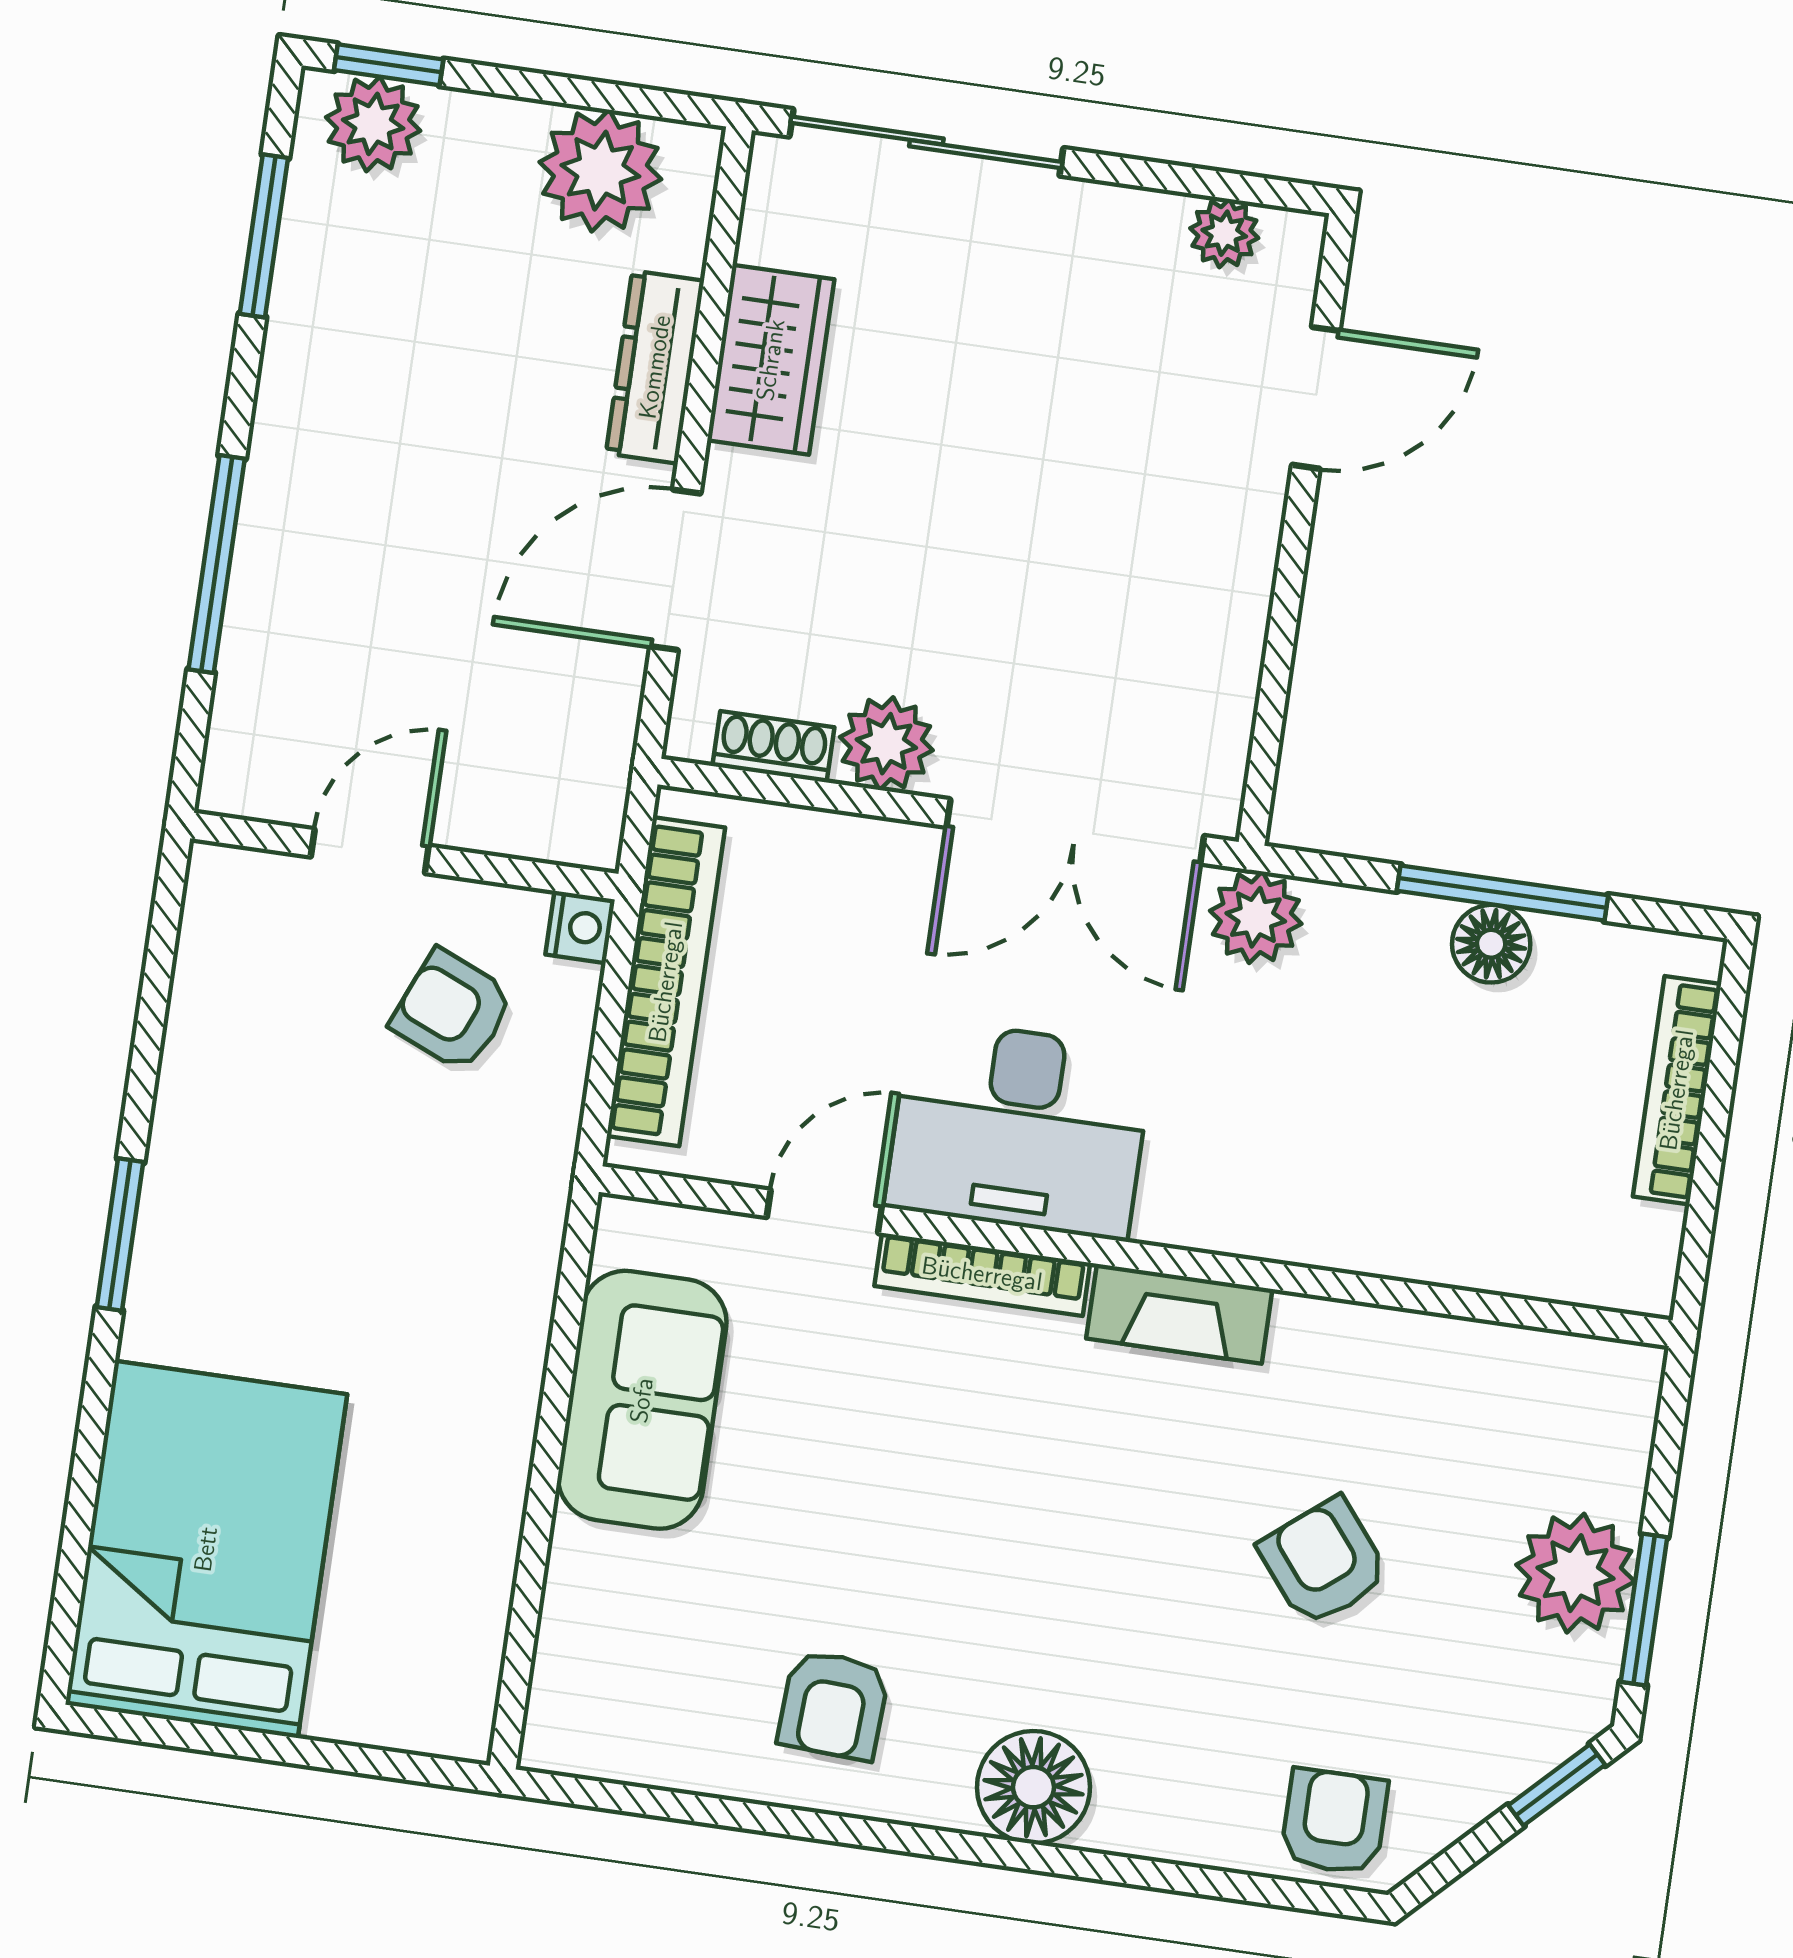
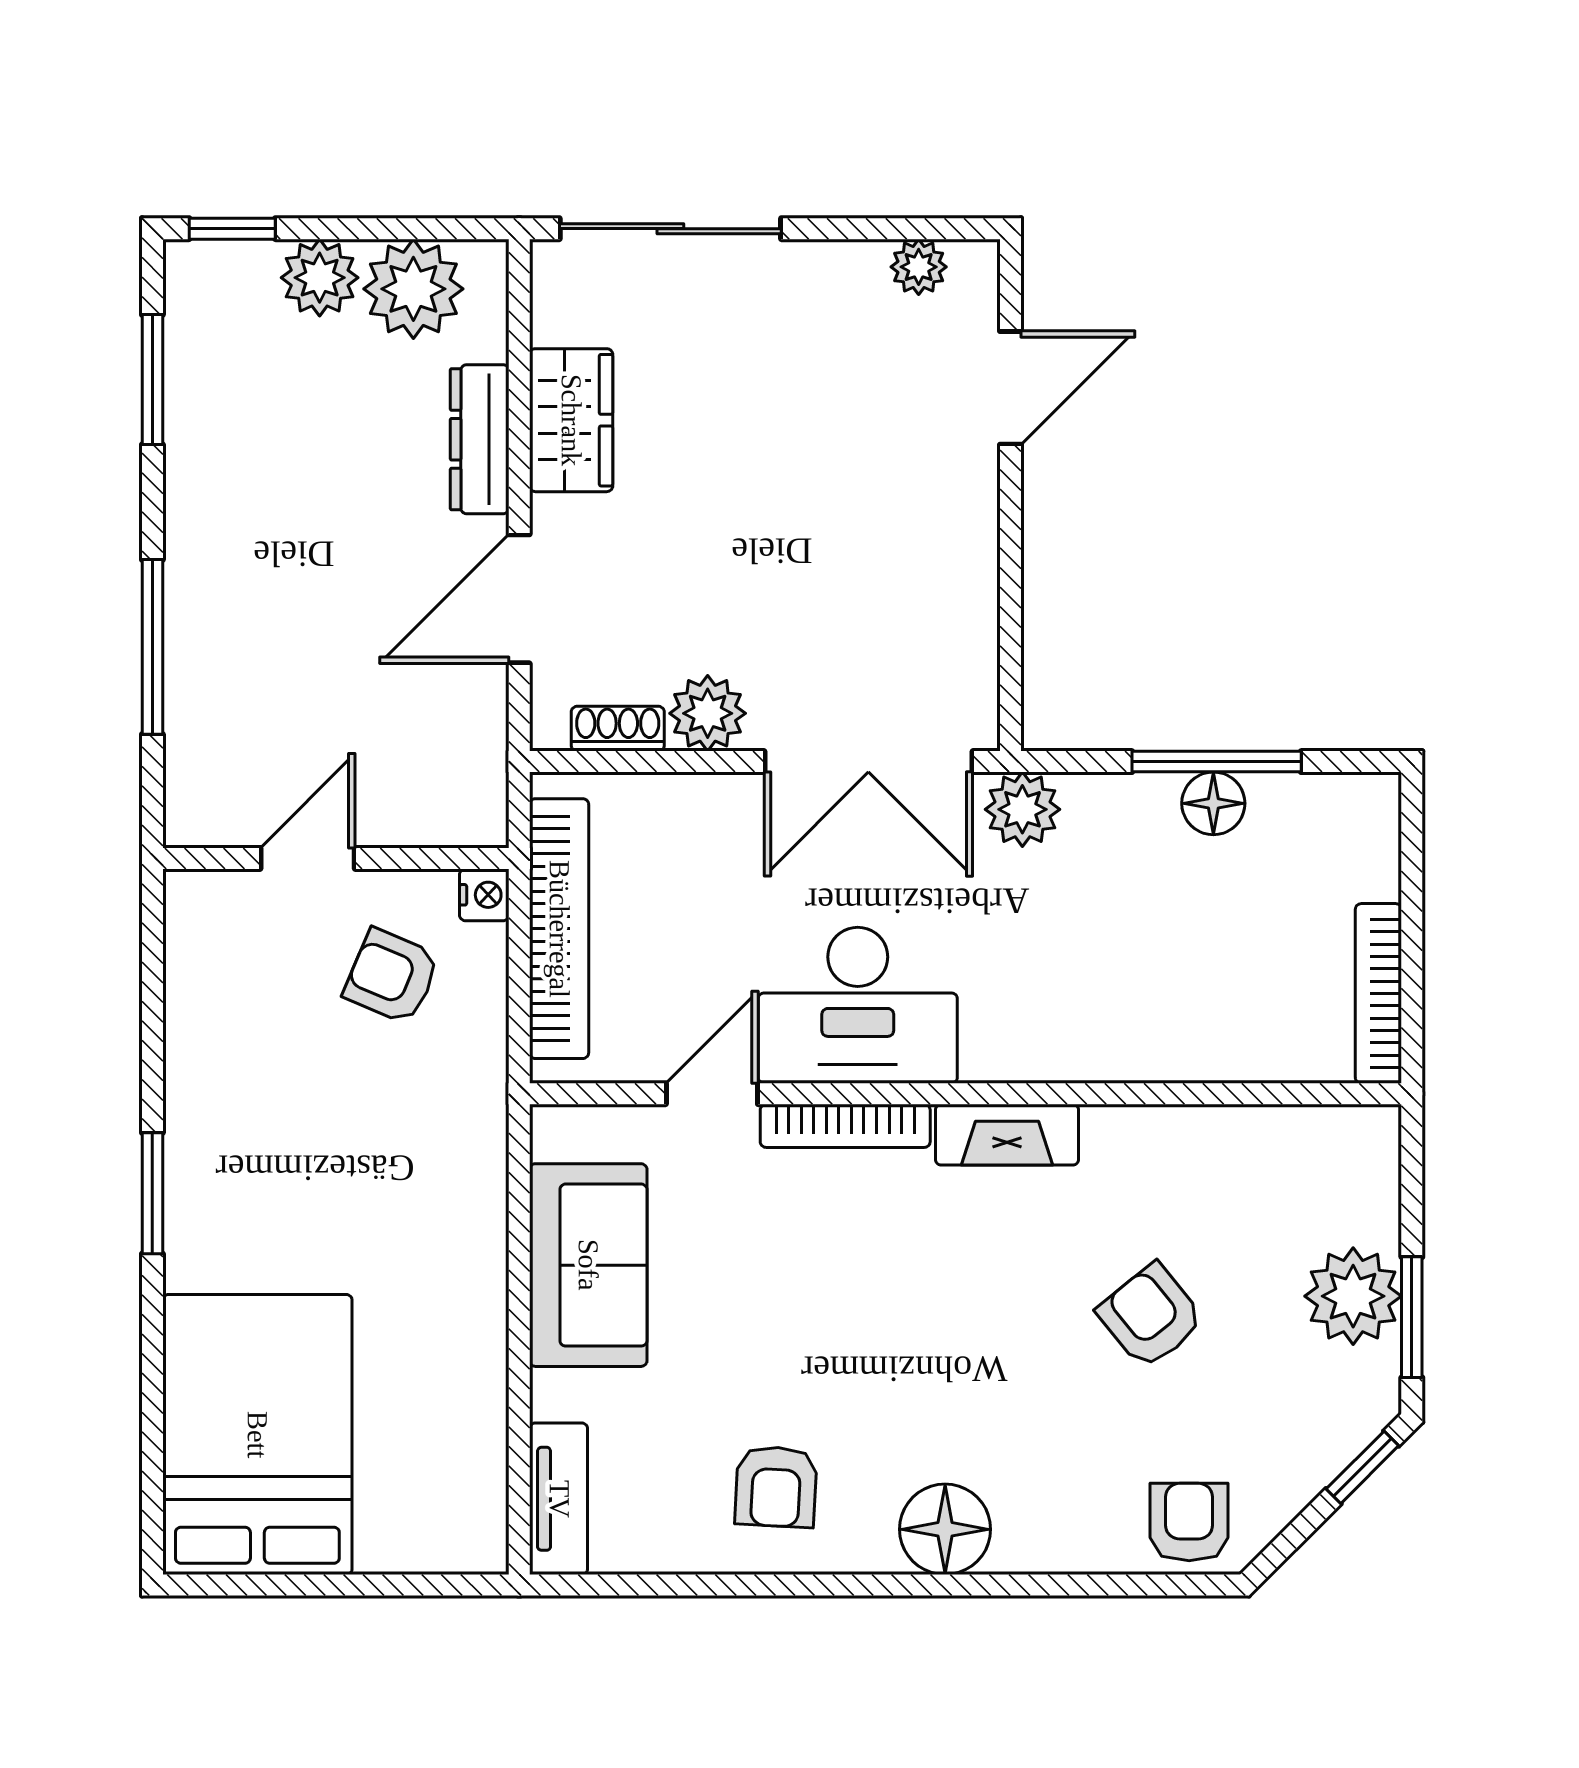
plant: (373, 124) -> (320, 278), moved
bookcase: (1677, 1090) -> (1378, 993), moved
tv unit: (564, 1681) -> (559, 1499), added

